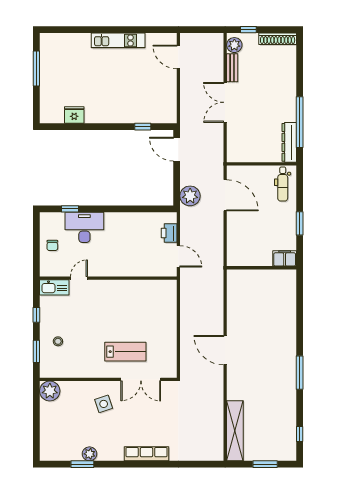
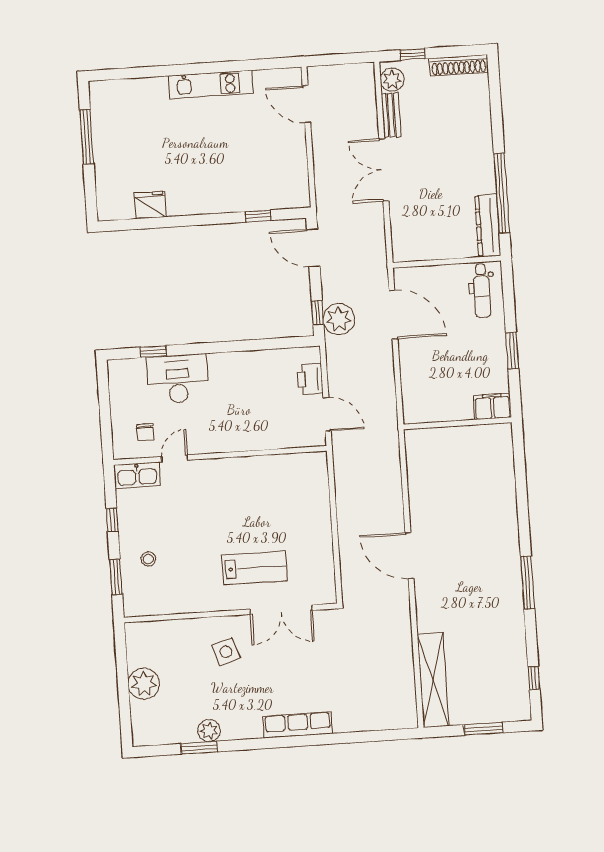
window: (177, 191) -> (318, 313), added
chair: (52, 245) -> (145, 432), moved
plant: (50, 391) -> (144, 684), moved

